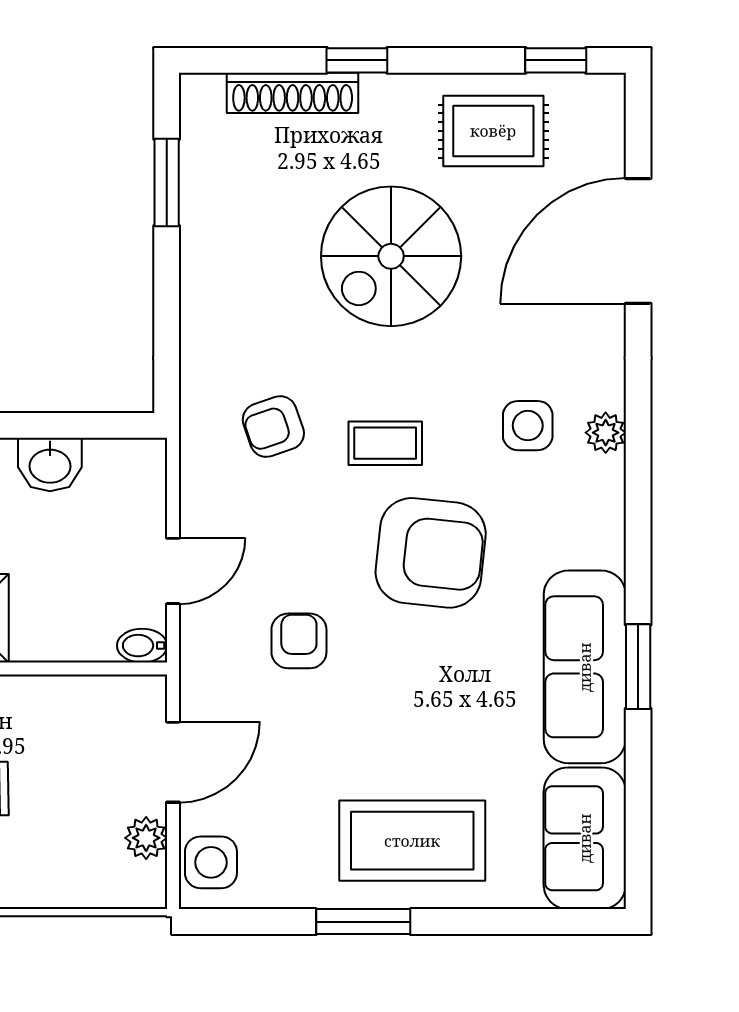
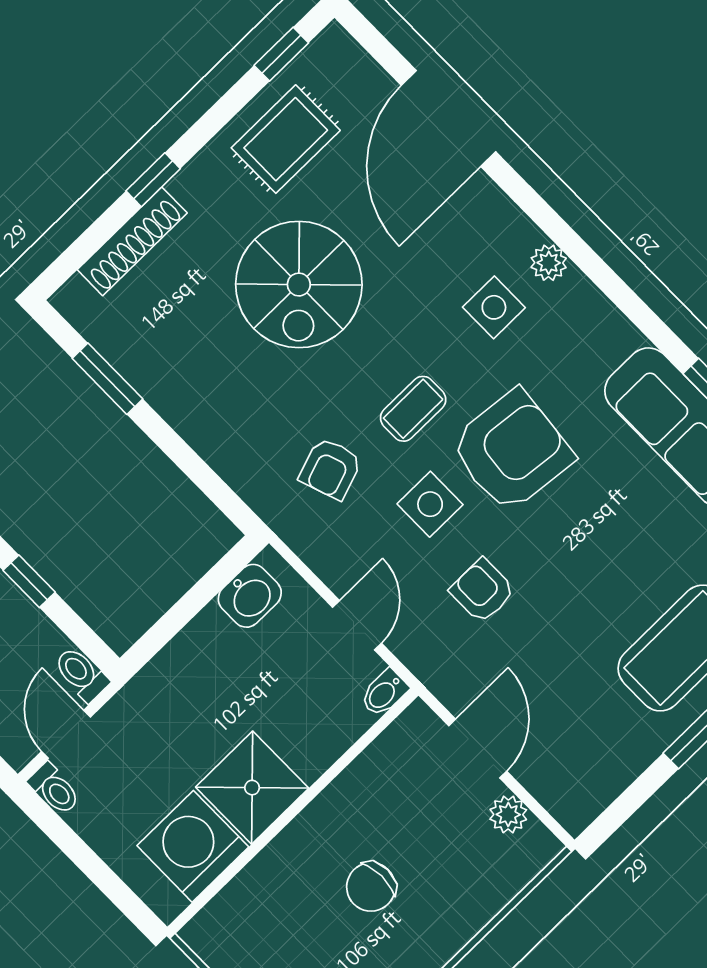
washbasin: (50, 465) -> (250, 596), moved
side table: (211, 862) -> (430, 504), moved

